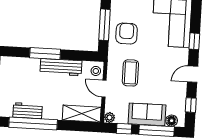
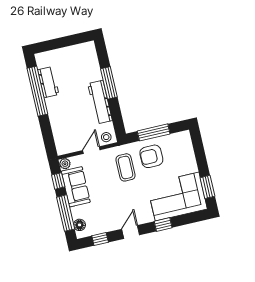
armchair: (127, 33) -> (151, 156), turned 180
coffee table: (130, 73) -> (126, 167), moved, turned 90
door: (193, 74) -> (131, 232), hinge flipped
shelving: (82, 114) -> (61, 136), removed
sofa: (147, 114) -> (76, 187), moved

